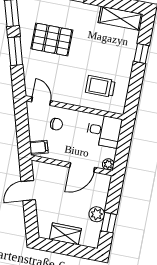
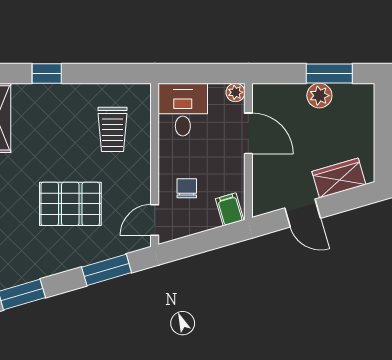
pallet: (52, 39) -> (70, 204), moved, turned 90
window: (15, 51) -> (107, 270), moved
window: (109, 223) -> (329, 73), width x1.50
wardrobe: (65, 234) -> (339, 178), moved, turned 74

